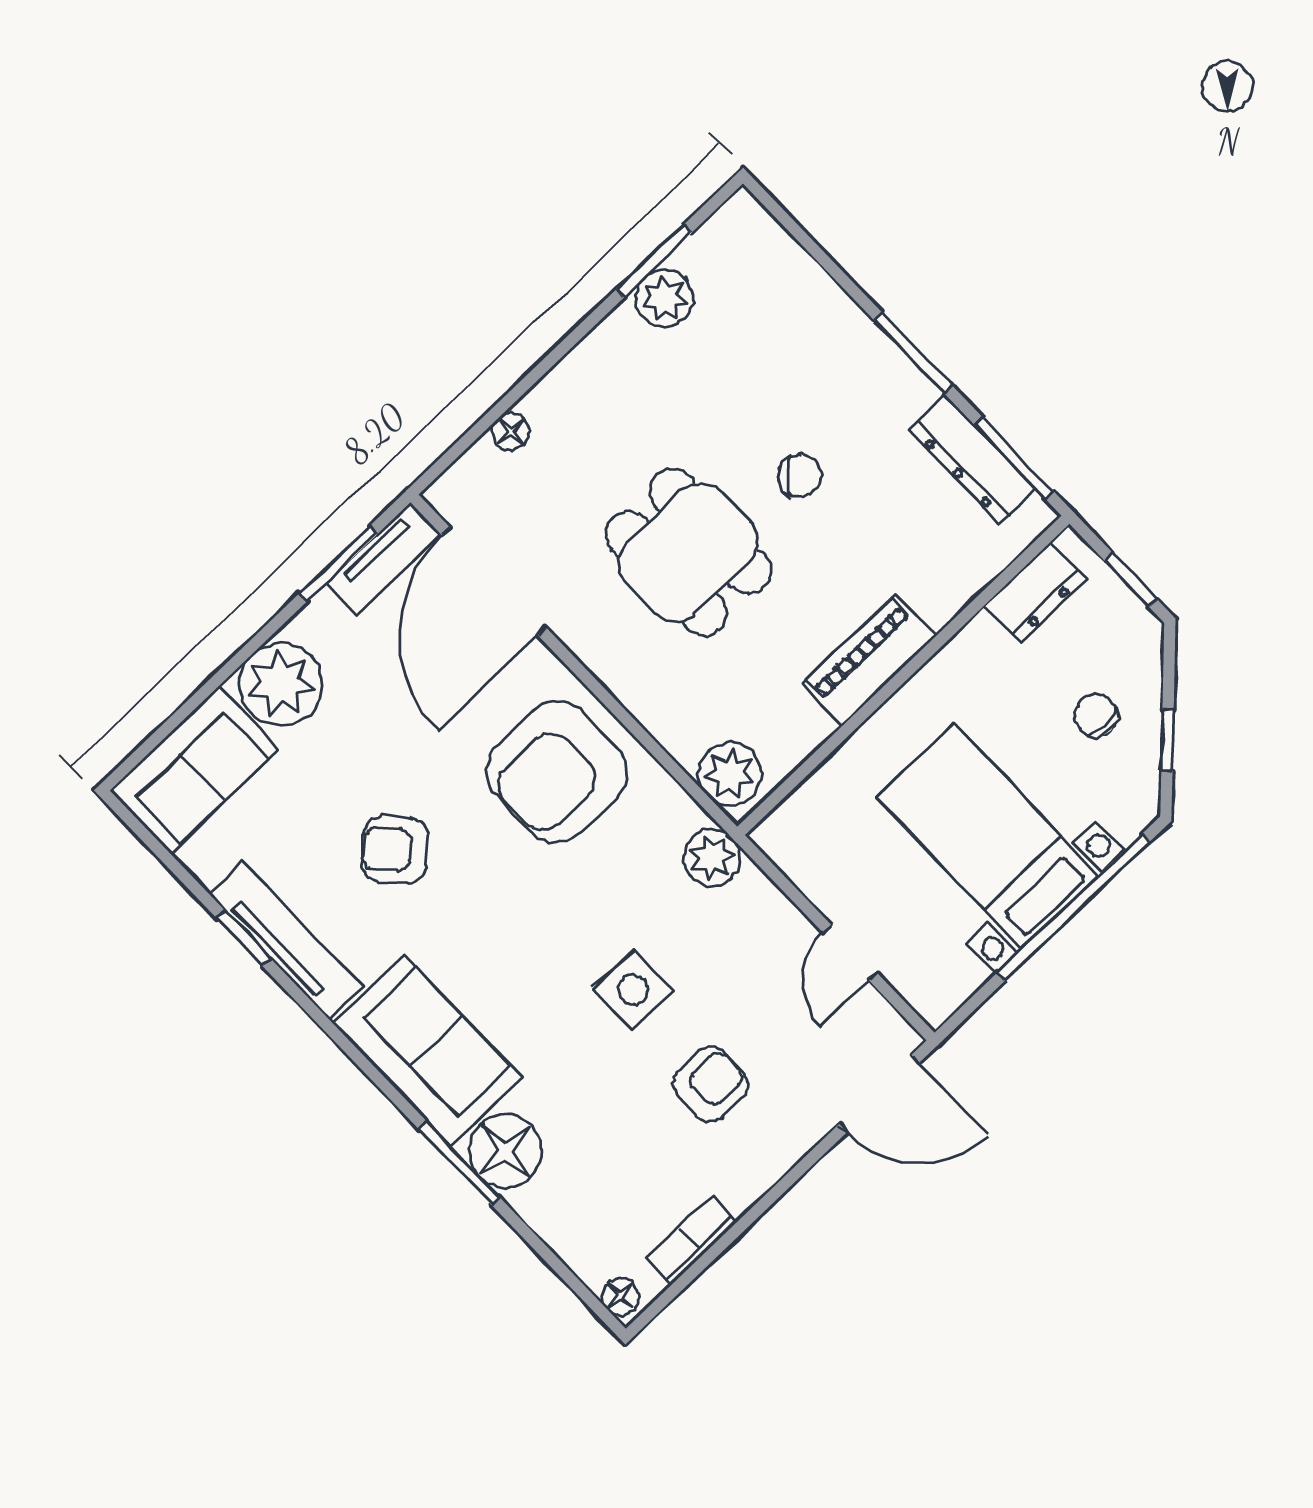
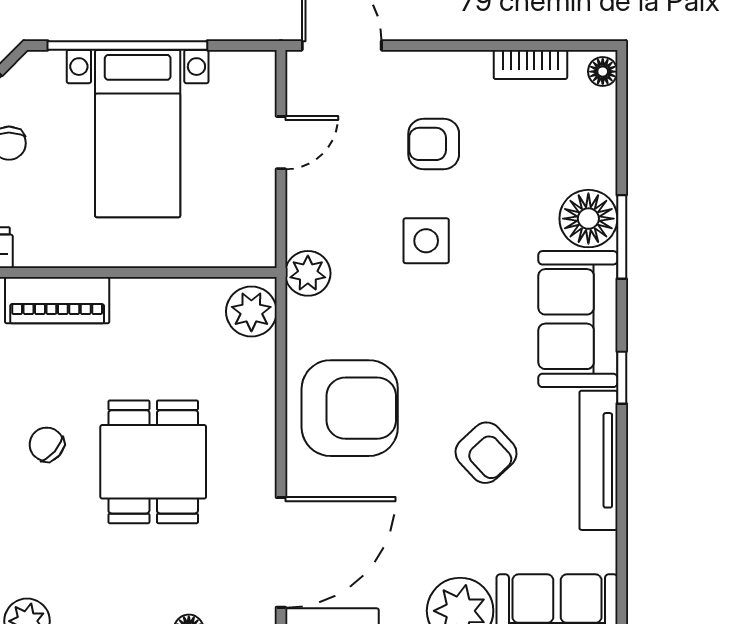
piano: (869, 660) -> (57, 300), moved
window: (244, 938) -> (622, 378), moved

